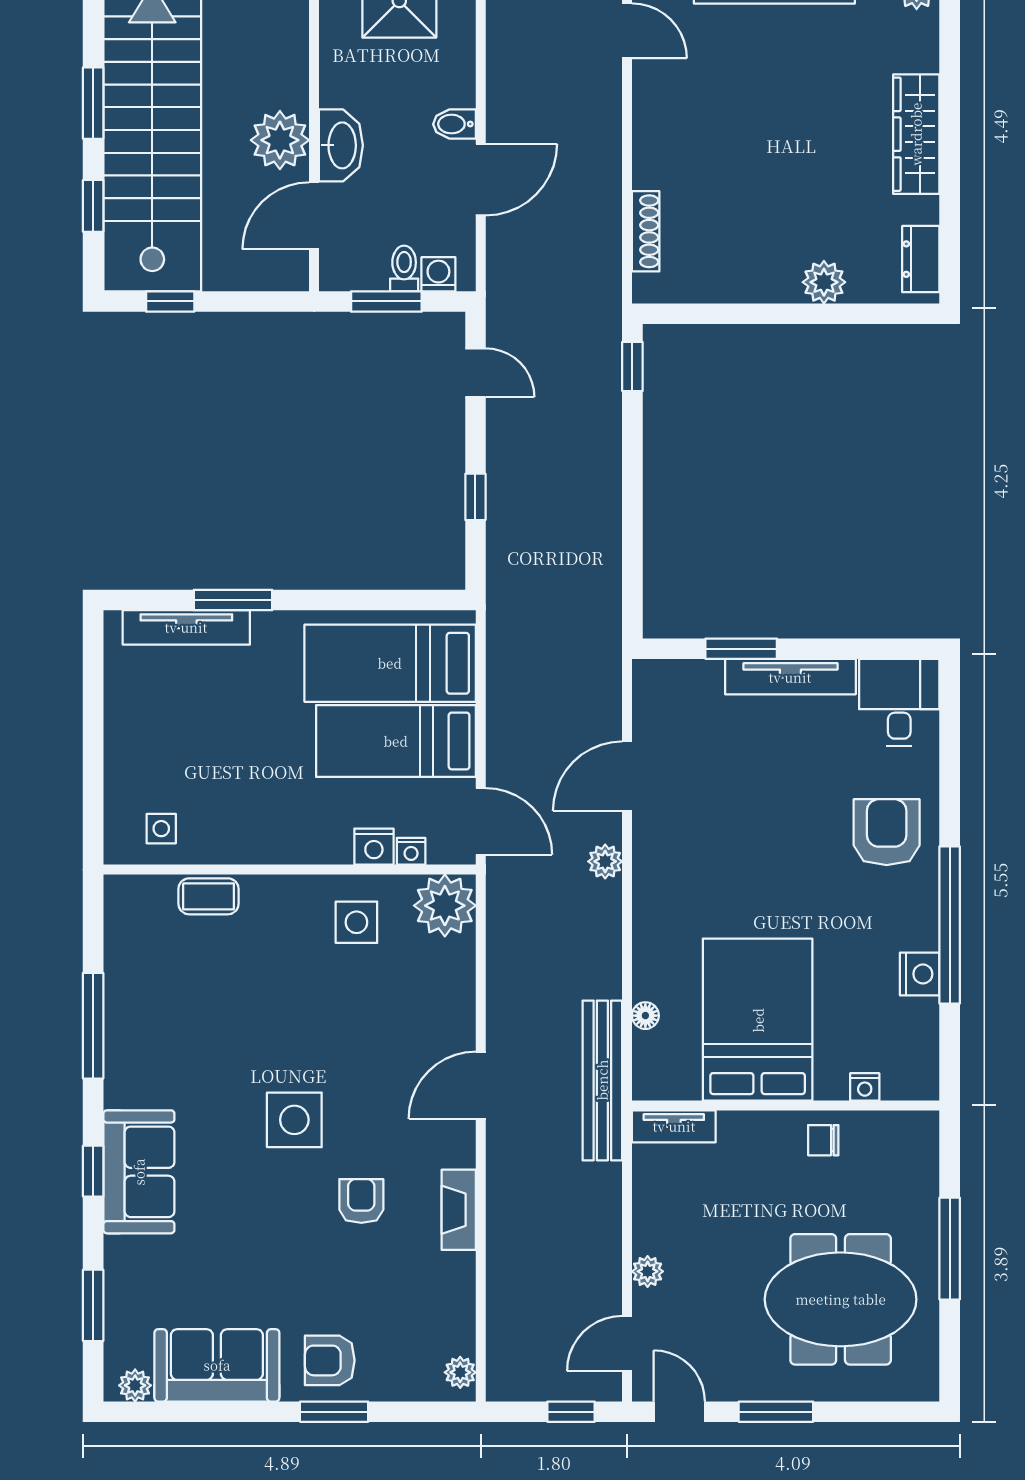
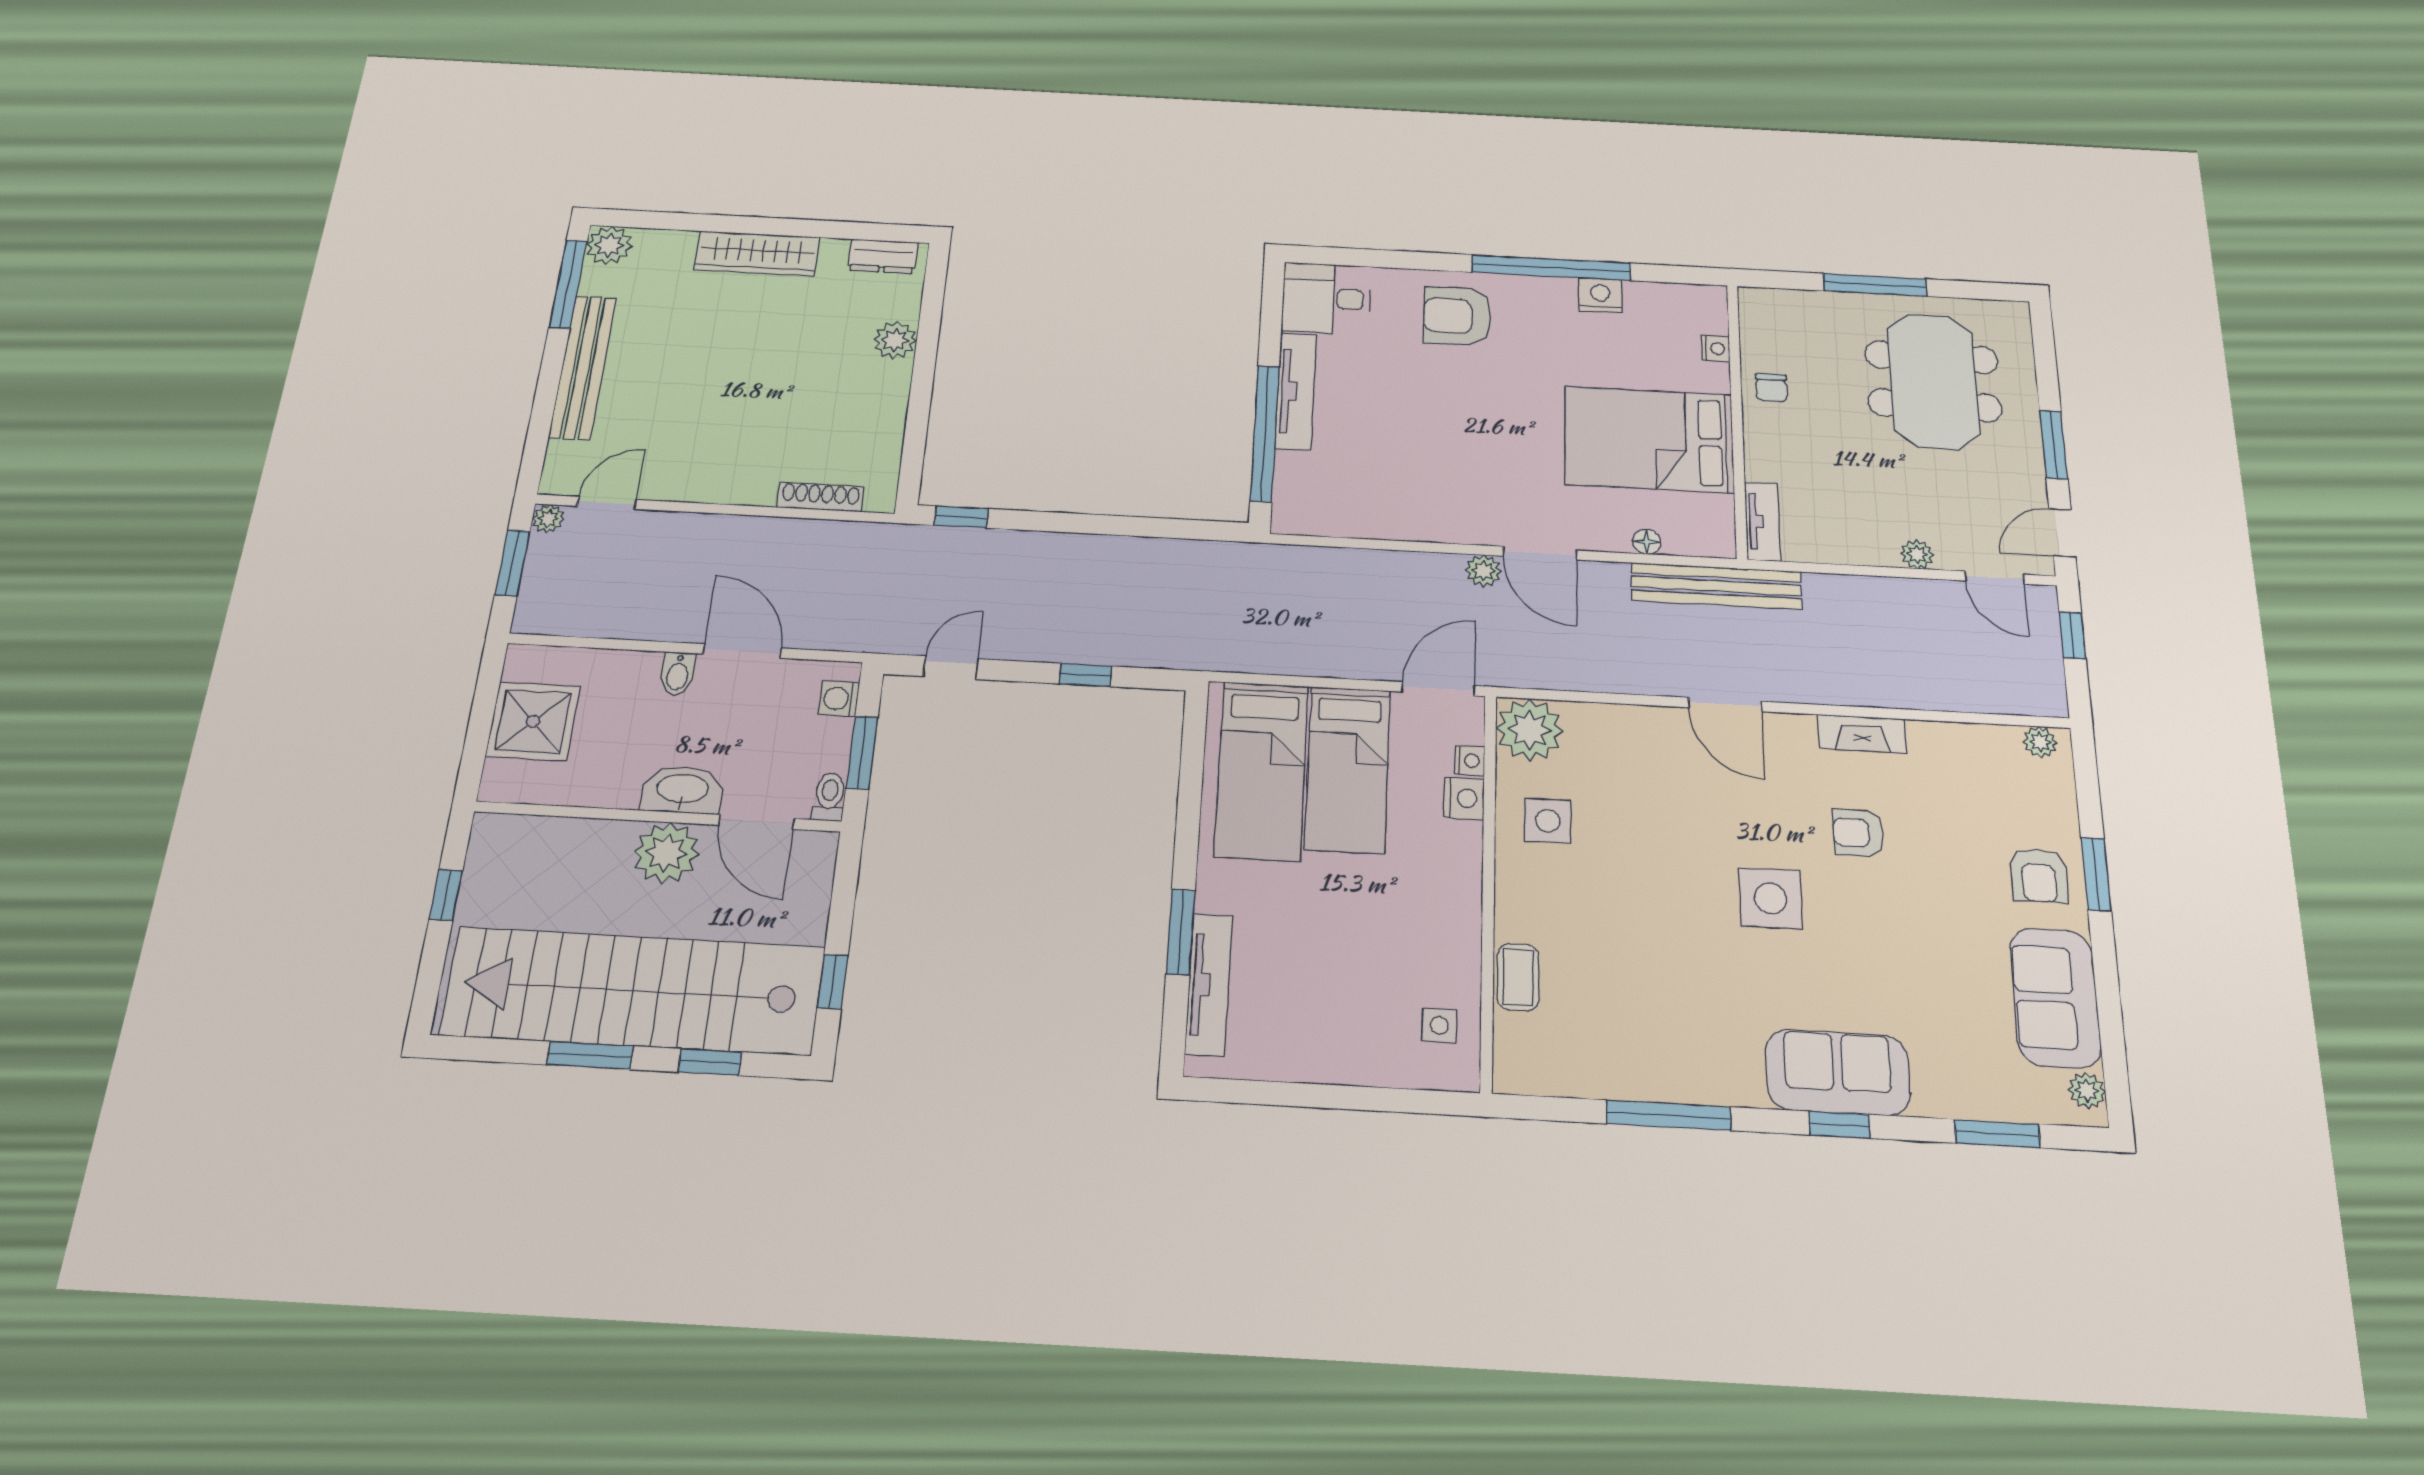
toilet: (404, 268) -> (829, 797), moved, turned 90
window: (741, 649) -> (1265, 433), width x2.11
door: (627, 776) -> (1540, 553), moved

